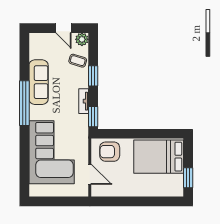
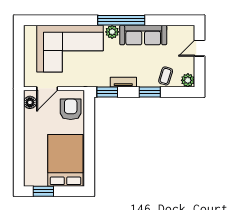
door: (64, 28) -> (200, 48), moved
plant: (35, 112) -> (112, 32), added
floor lamp: (103, 191) -> (30, 102), added

